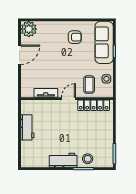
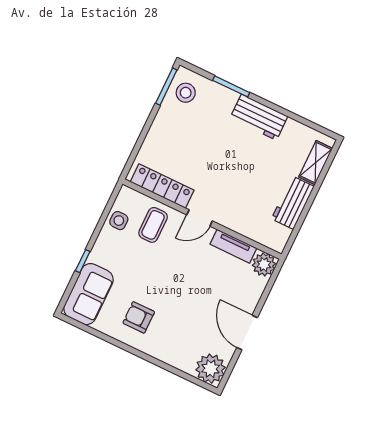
sofa: (104, 42) -> (88, 294), width x0.73
door: (20, 55) -> (247, 333), hinge flipped
plant: (27, 91) -> (264, 264), added
shelving: (26, 152) -> (316, 163), added
stool: (88, 159) -> (186, 93), moved

